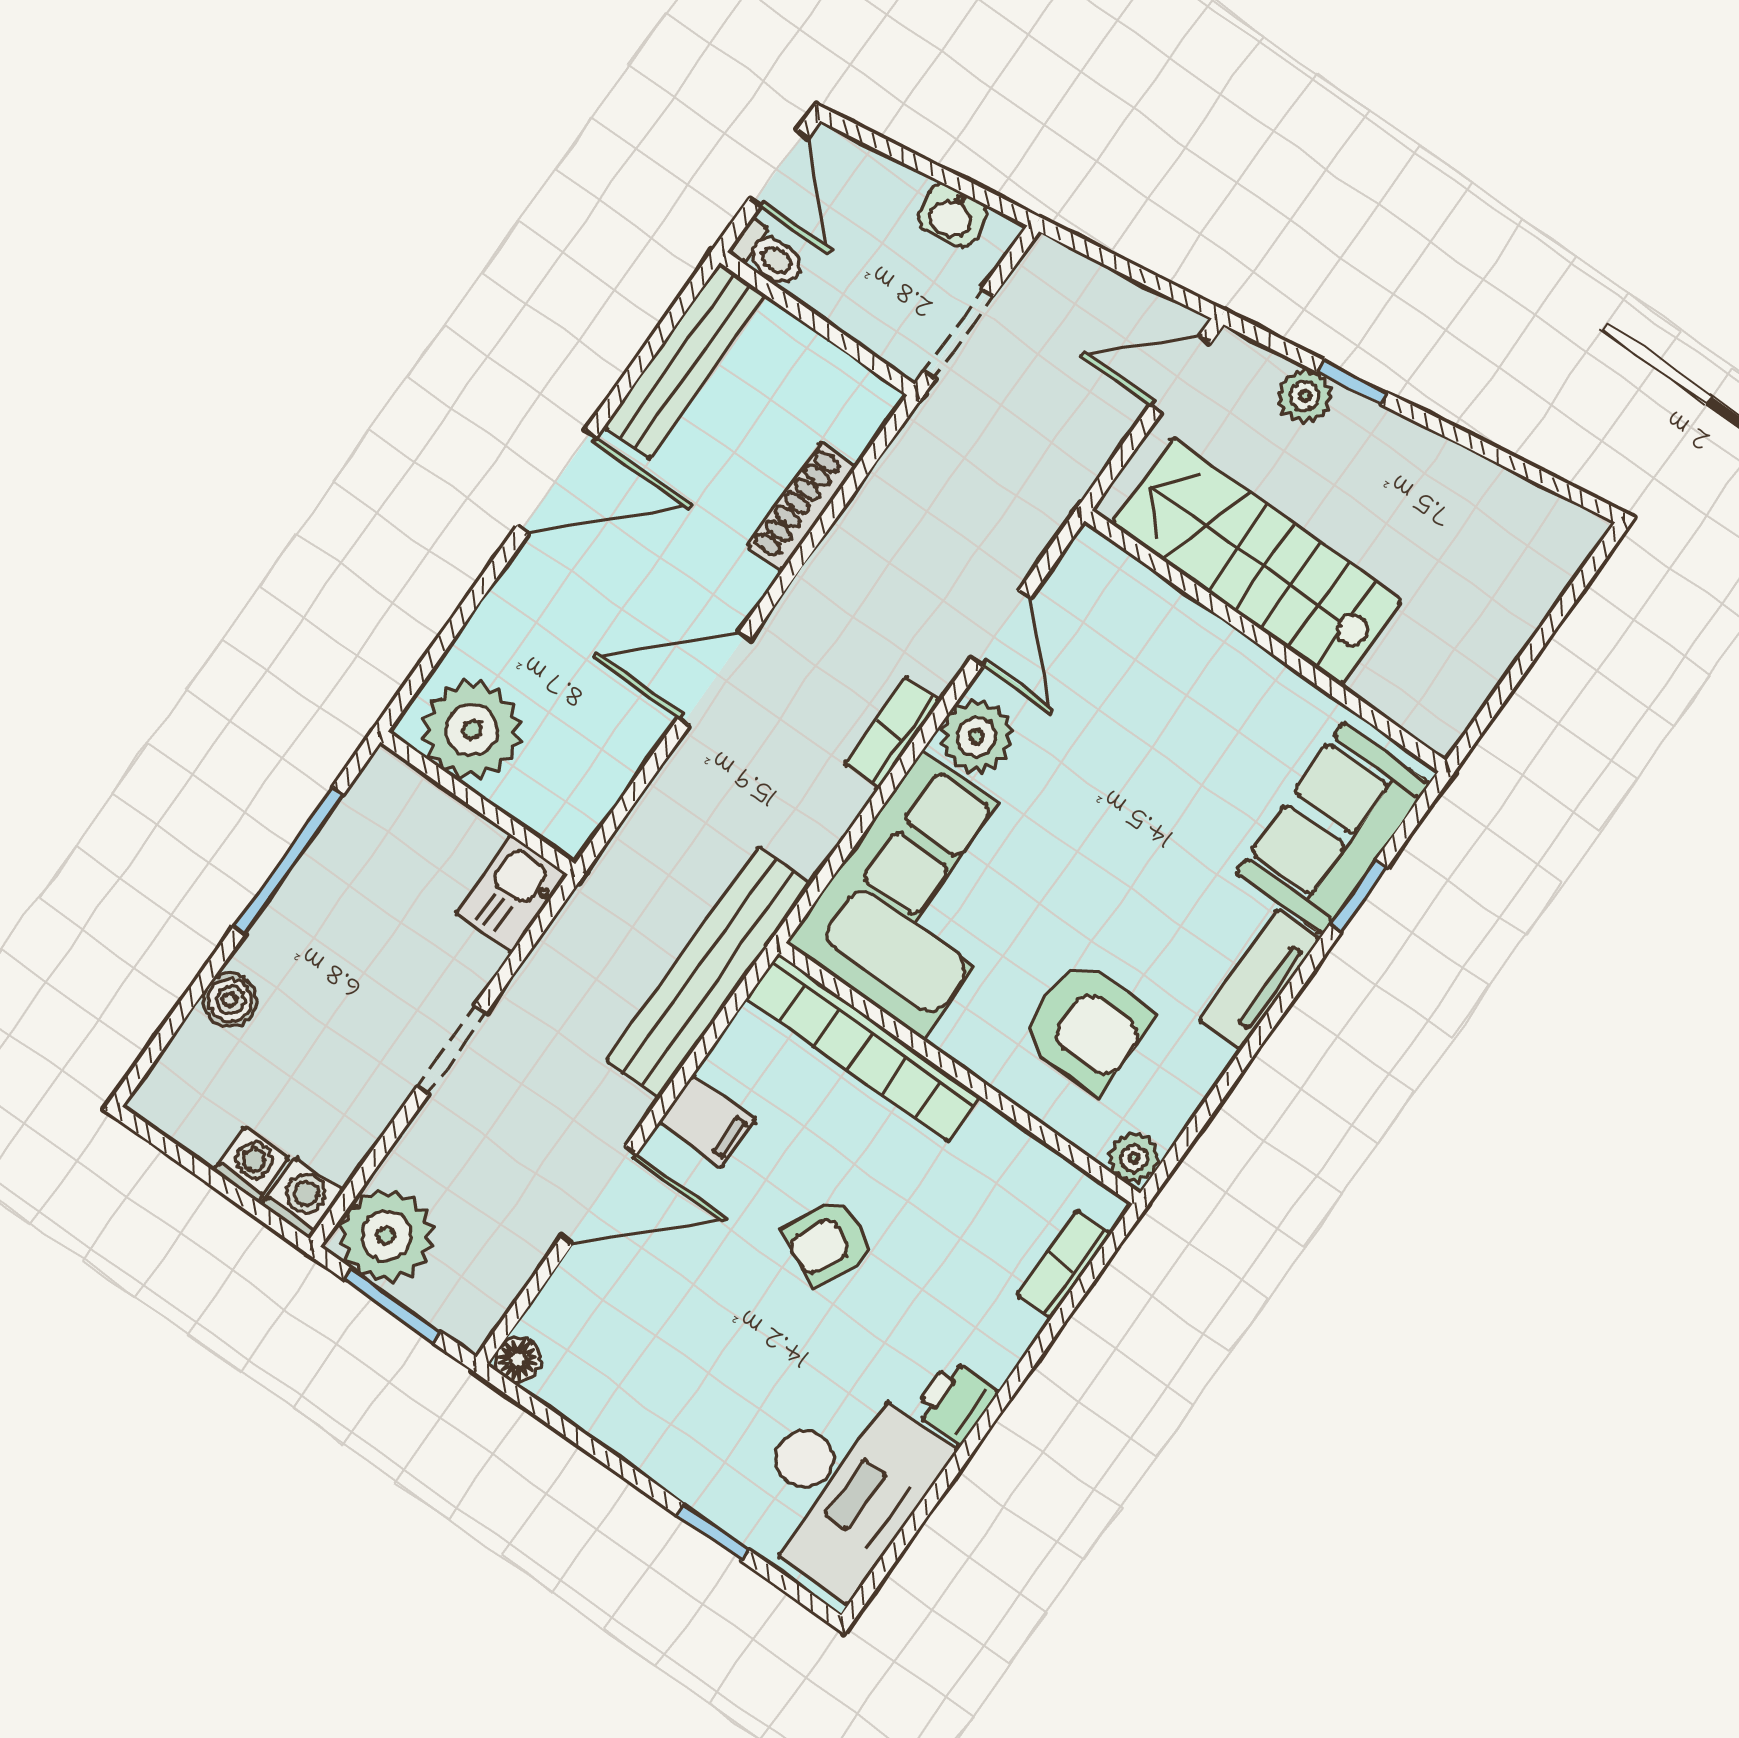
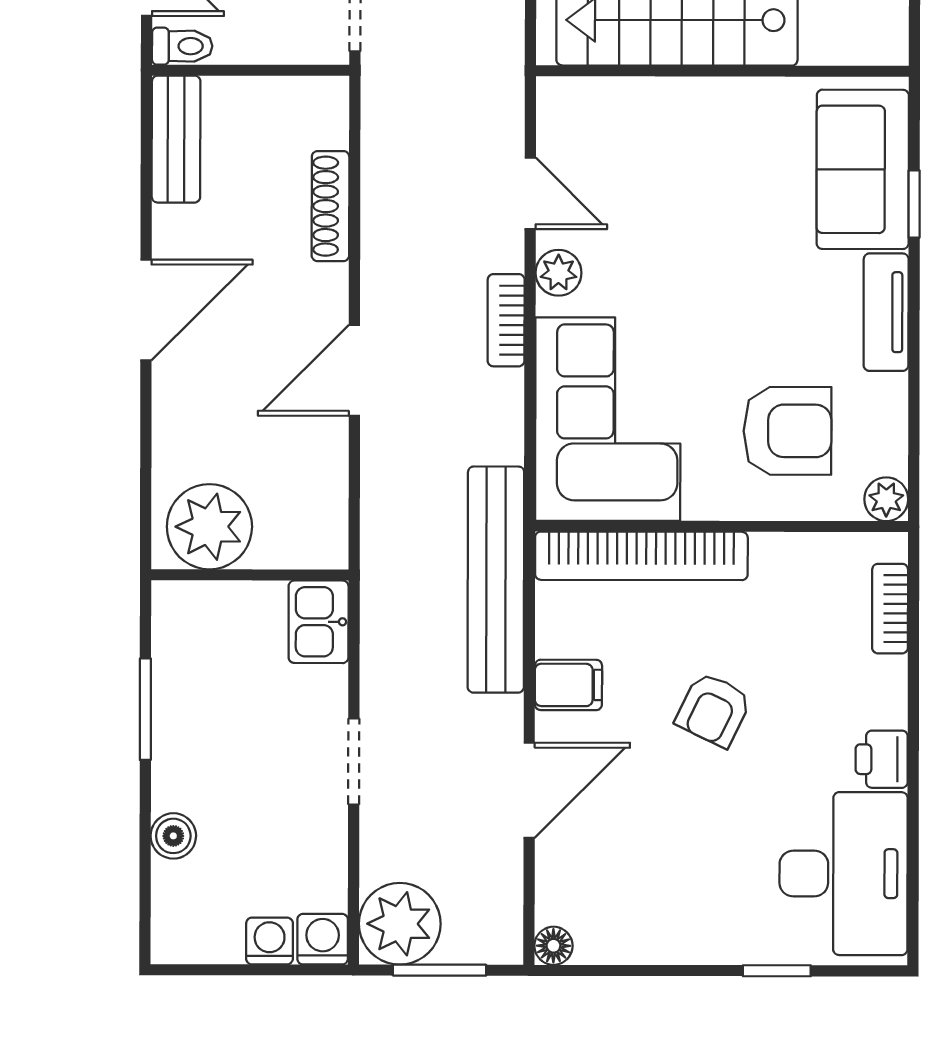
bench: (685, 361) -> (176, 139), width x0.73
plant: (976, 737) -> (559, 273), width x0.73, depth x0.73
window: (288, 861) -> (145, 709), width x0.69

